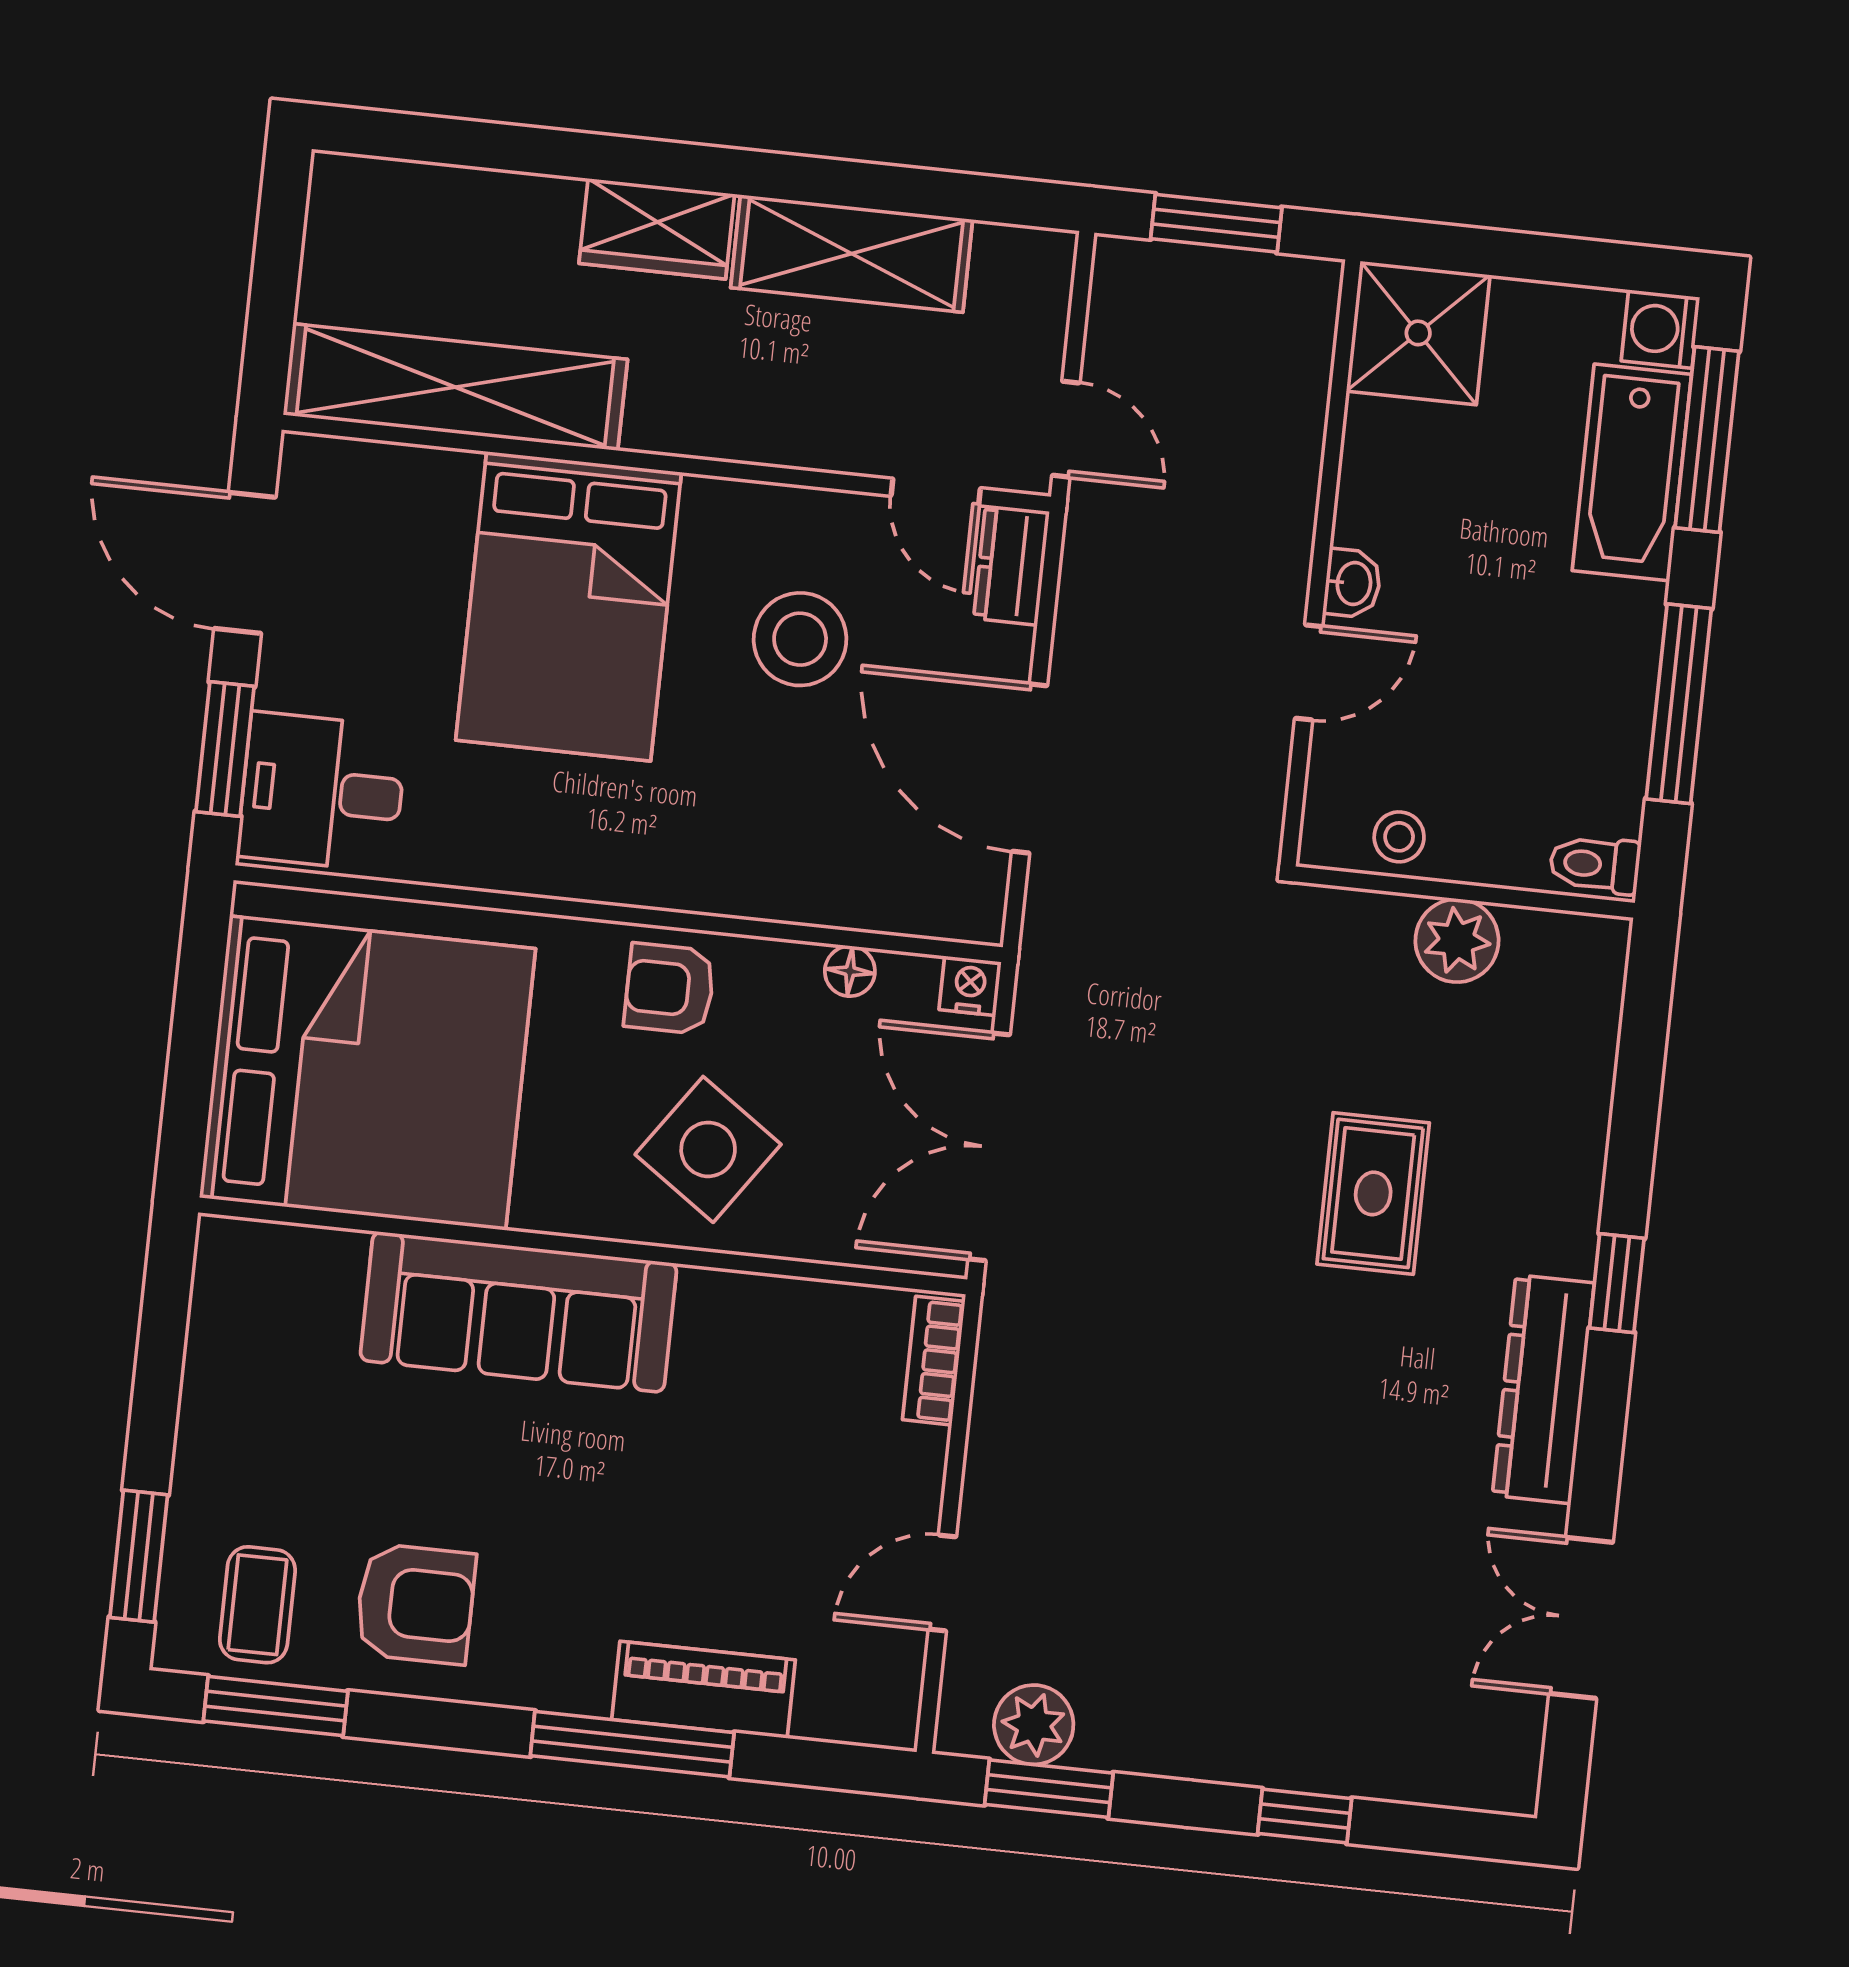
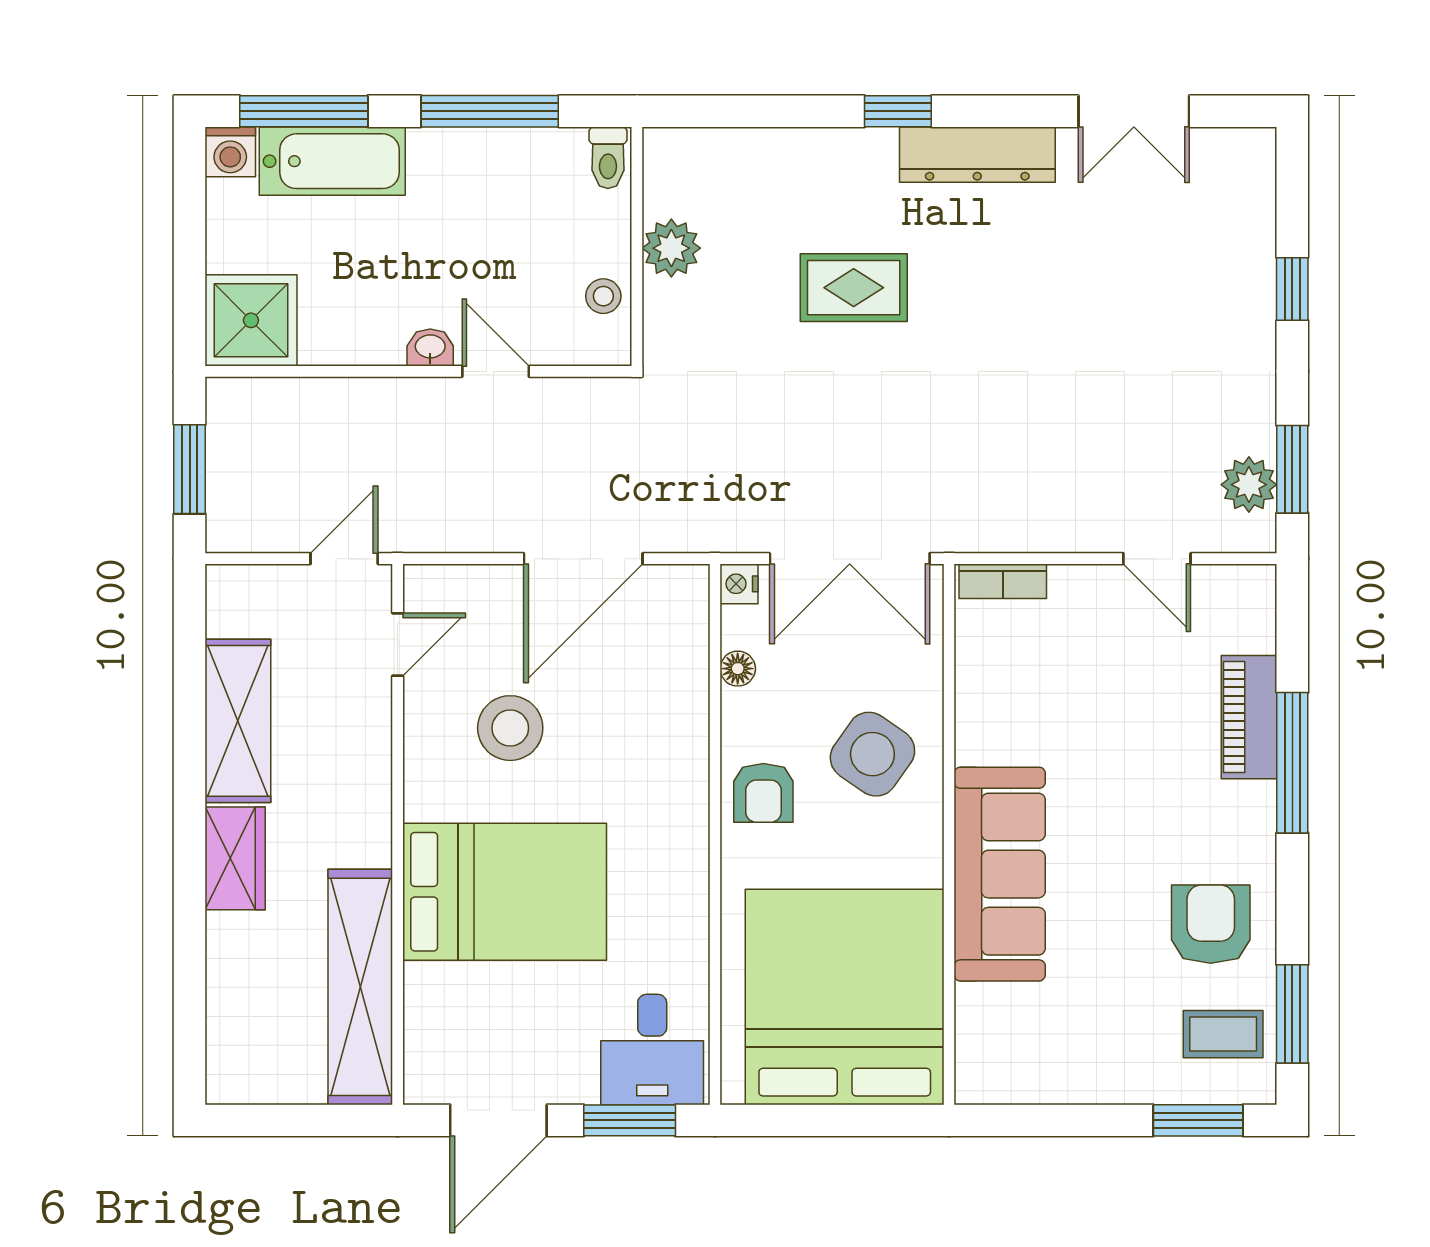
dresser: (1011, 565) -> (443, 586), removed

